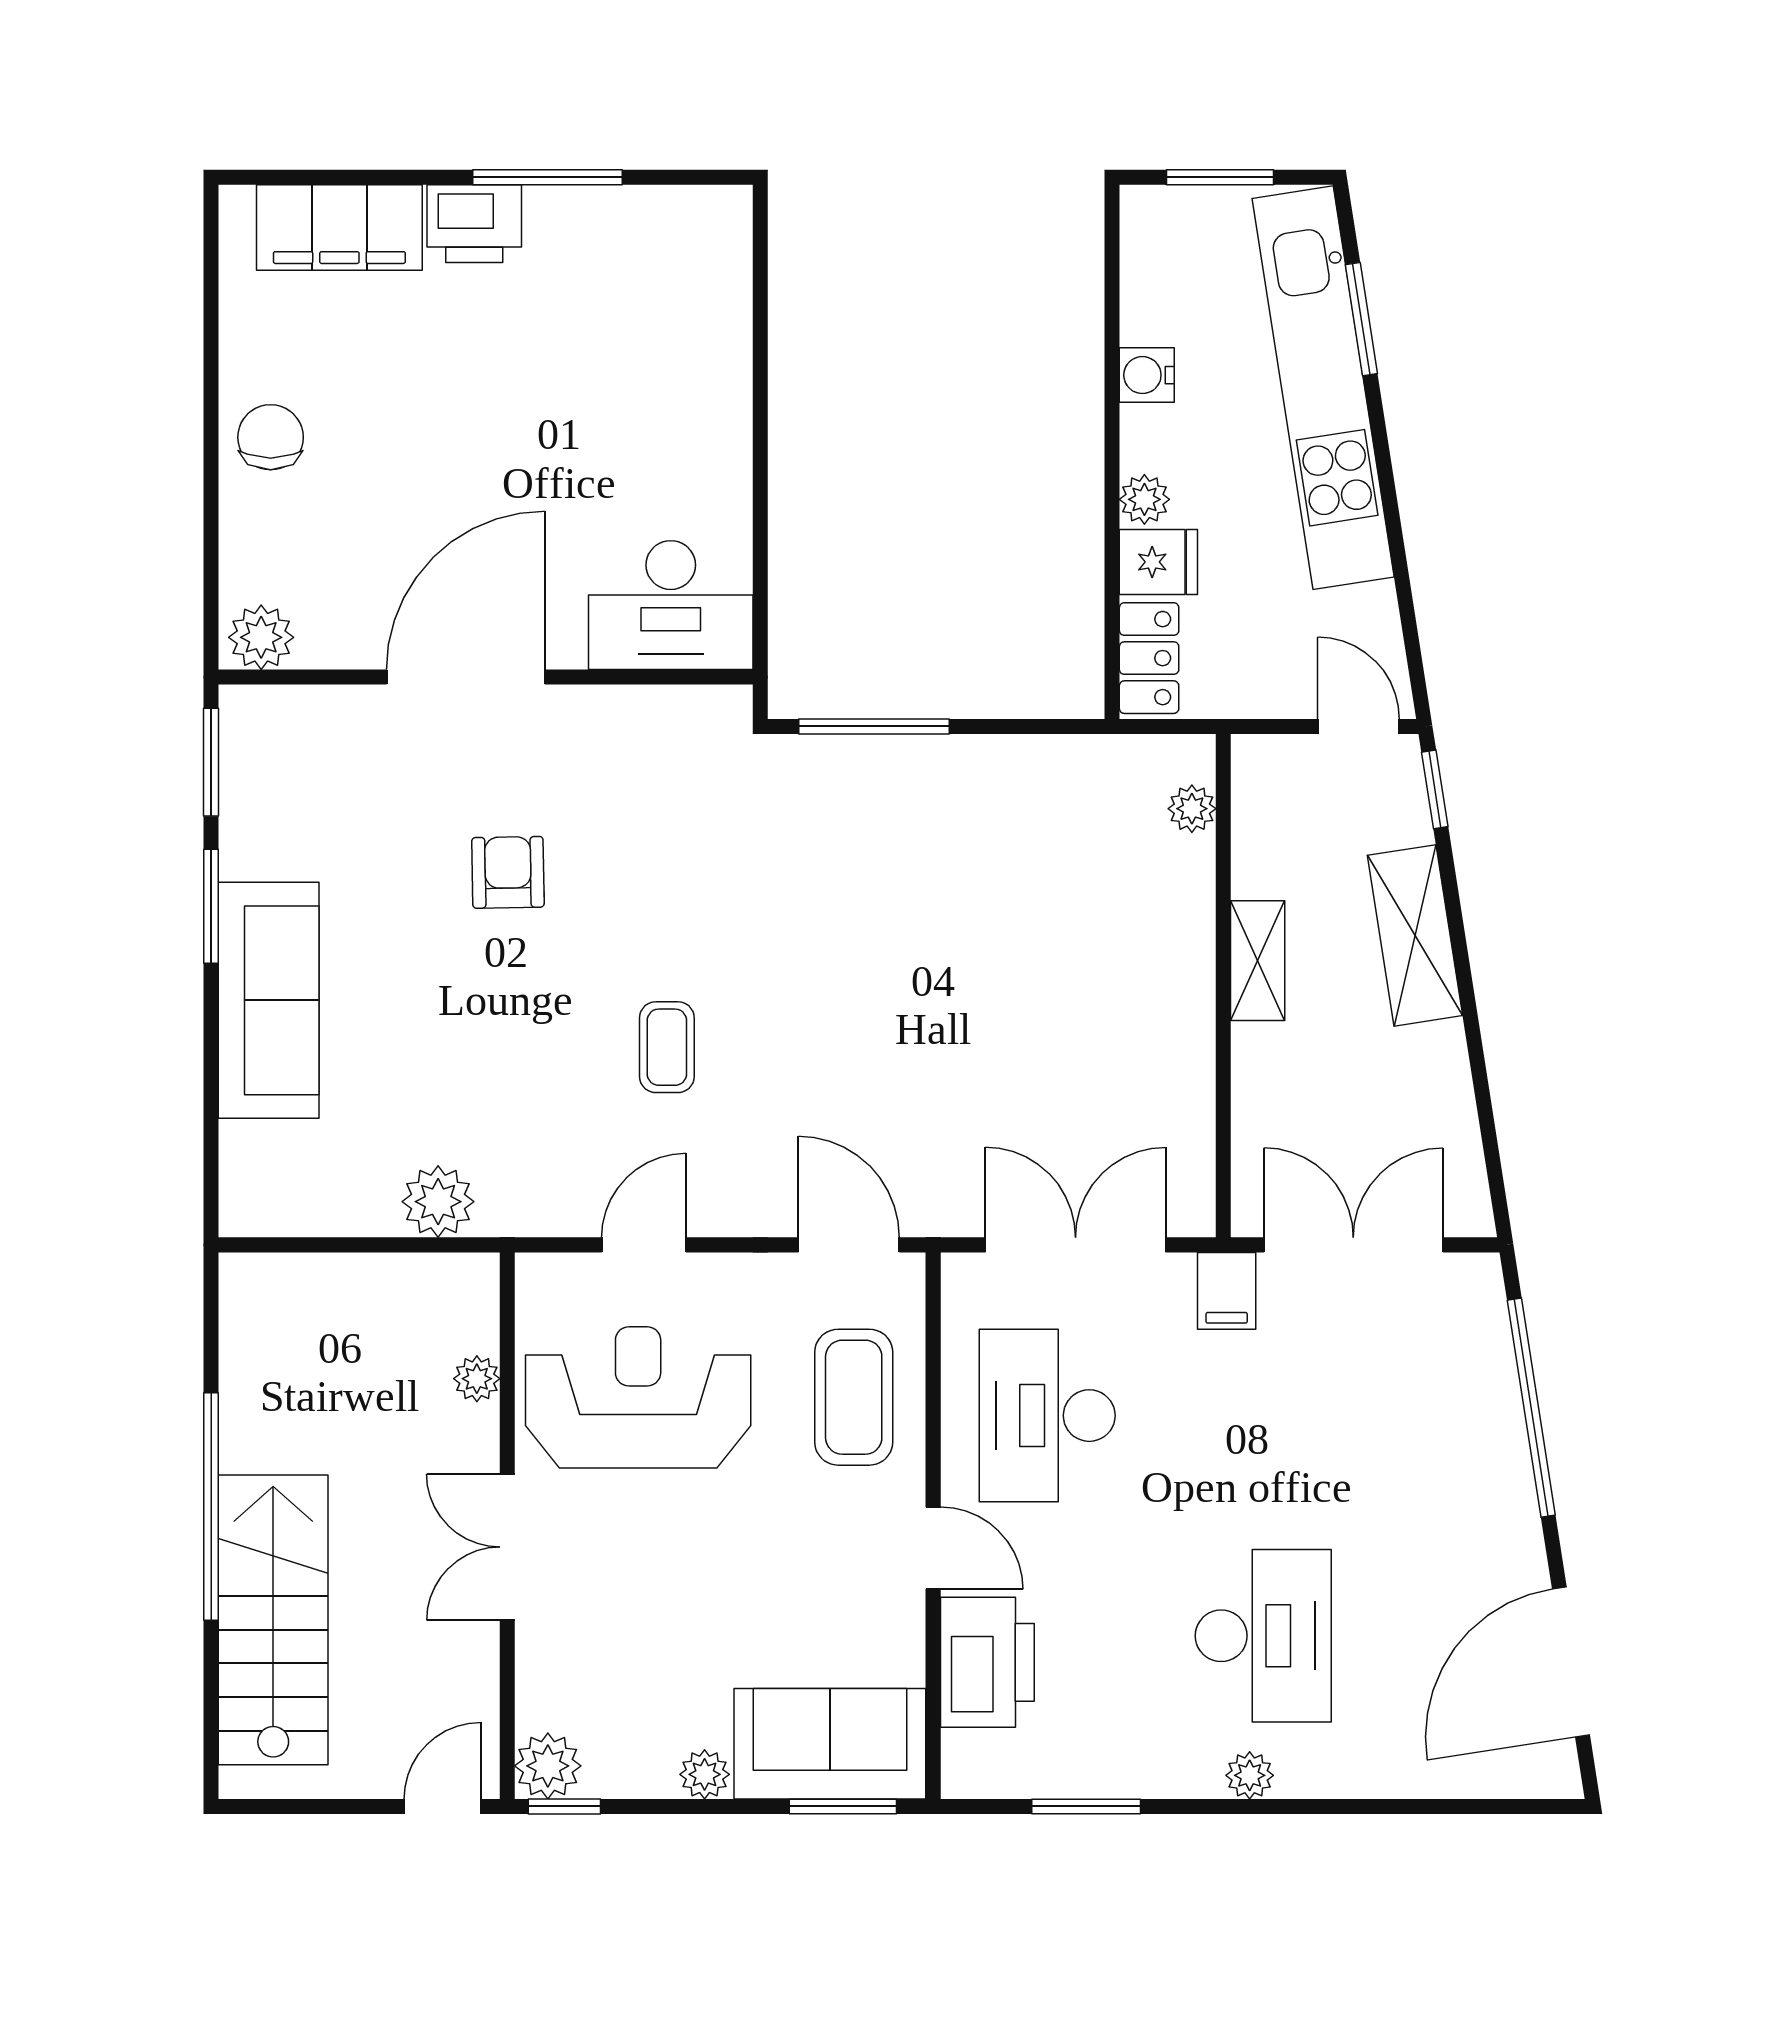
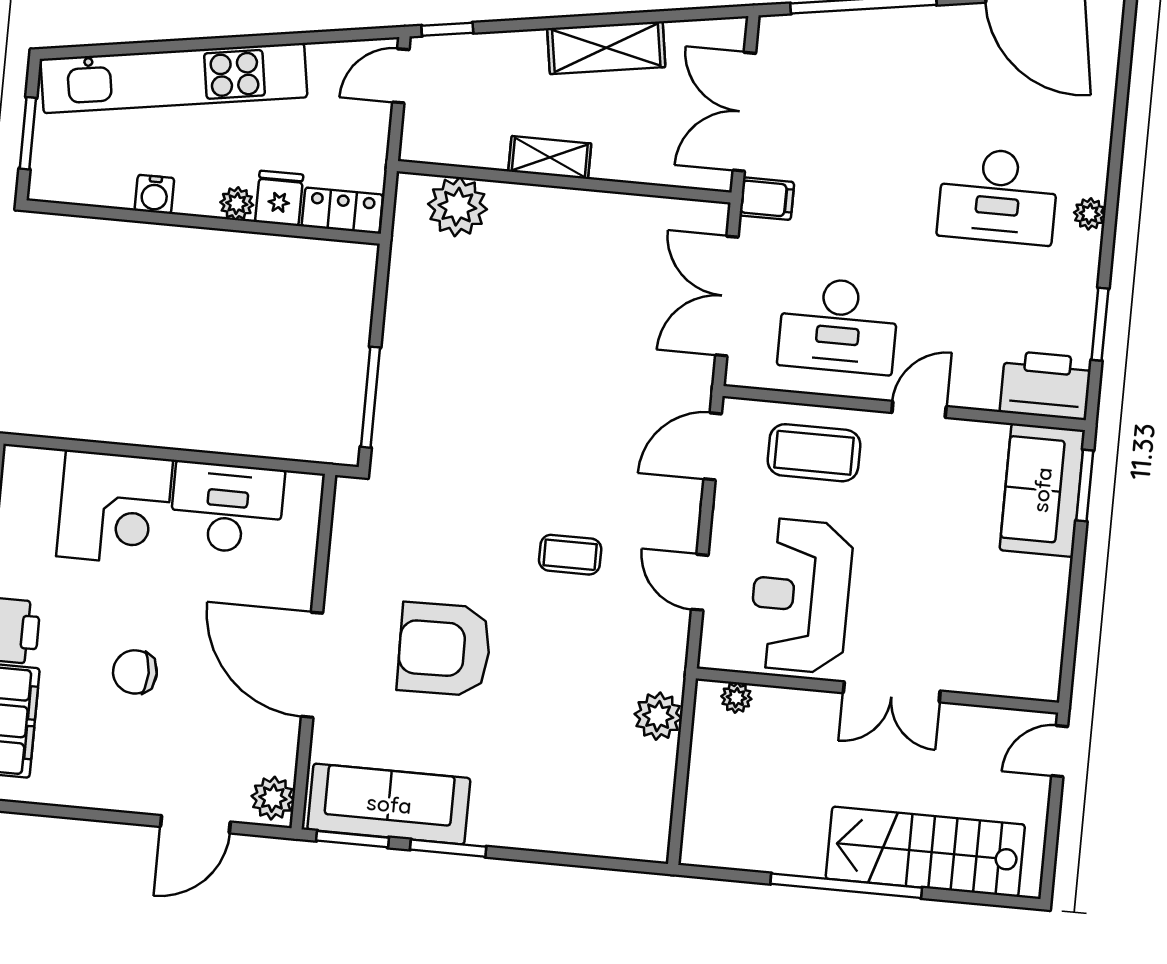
window: (1361, 319) -> (131, 48), removed
corner desk: (672, 360) -> (115, 508), added
chair: (271, 437) -> (135, 672), moved
door: (211, 525) -> (195, 824), added
desk: (671, 605) -> (227, 508), moved, turned -90
plant: (1192, 809) -> (457, 207), width x1.87, depth x1.87
armchair: (508, 872) -> (444, 649), width x1.88, depth x1.88
shelving: (1415, 935) -> (606, 48), moved
sofa: (269, 1000) -> (389, 804), moved
plant: (477, 1379) -> (736, 698), moved
desk: (1263, 1636) -> (998, 196), turned 180
printer: (987, 1662) -> (1046, 385), moved
plant: (548, 1766) -> (1039, 679), removed
plant: (705, 1774) -> (1055, 575), removed
door: (442, 1806) -> (1060, 751), hinge flipped
window: (564, 1806) -> (1067, 670), removed

